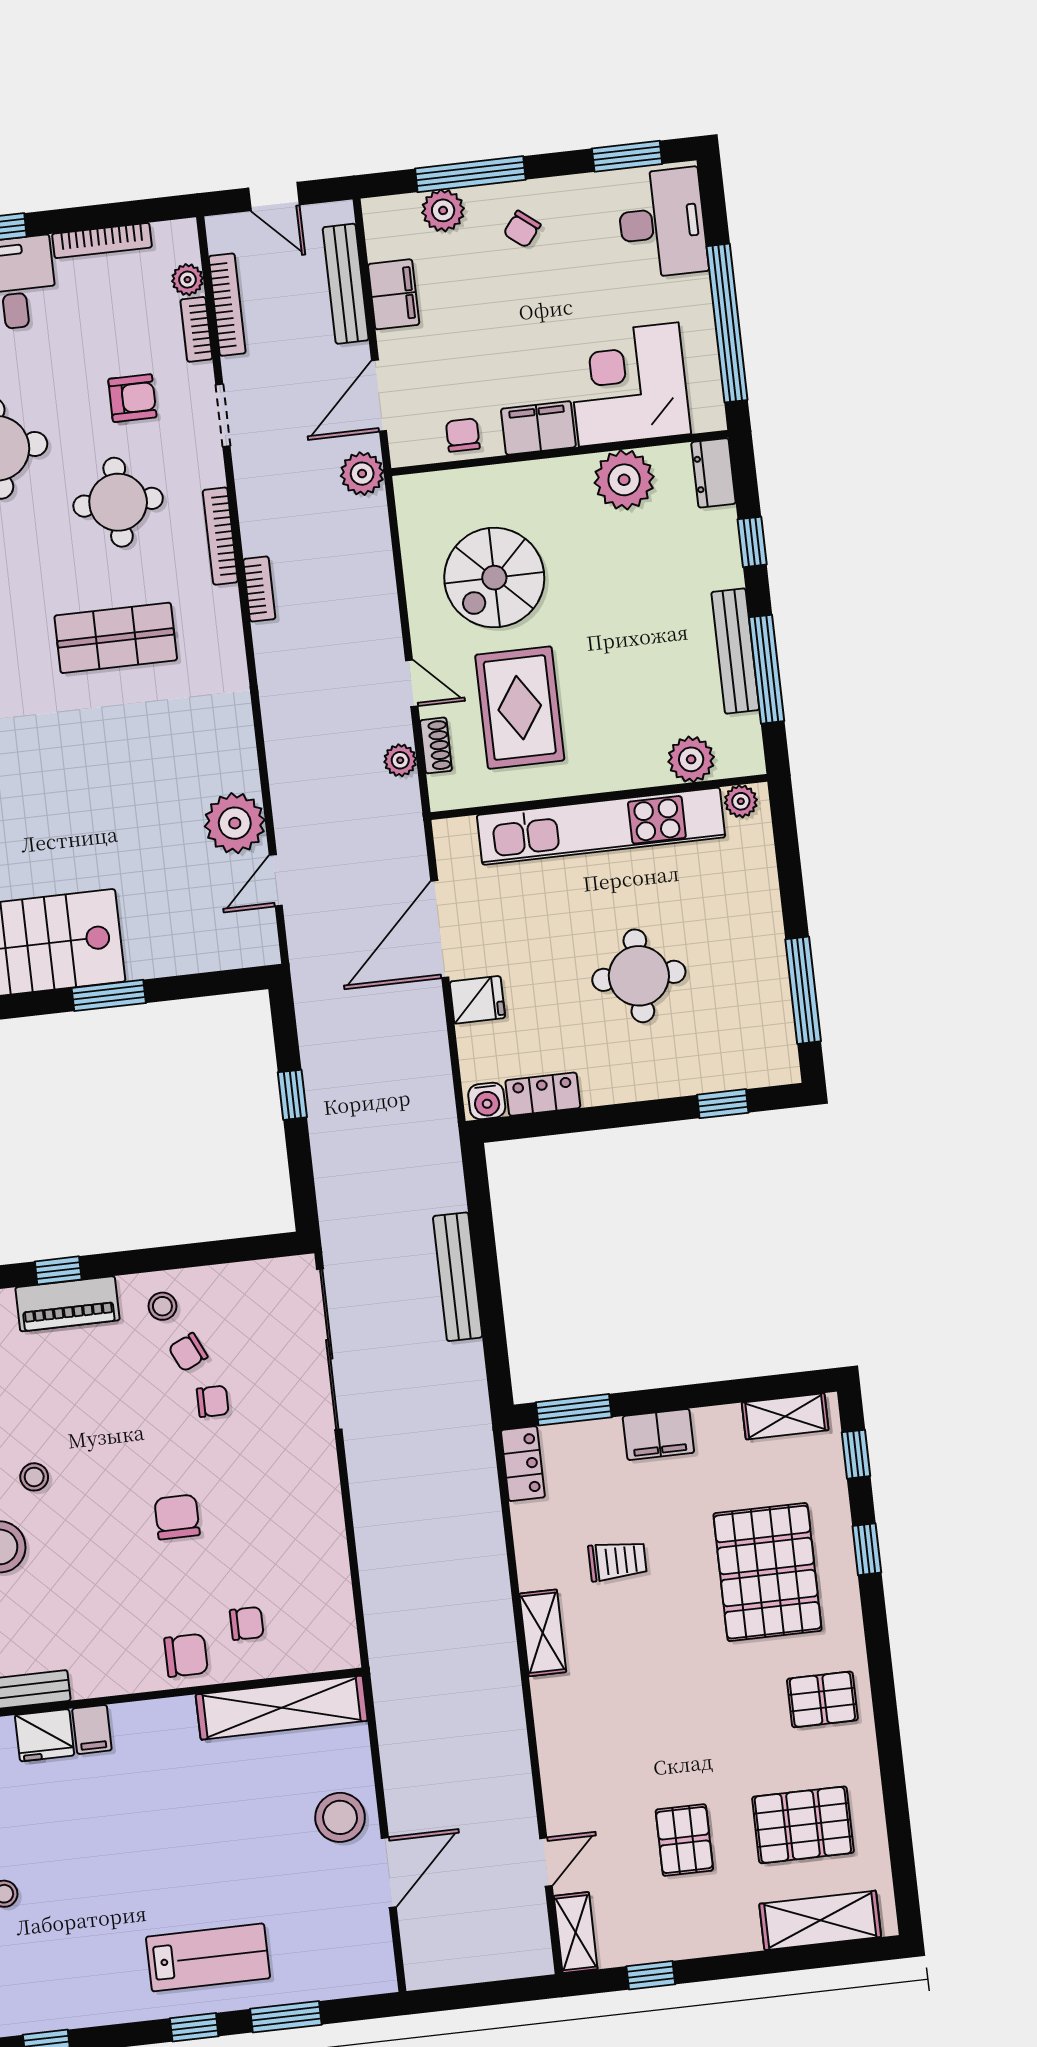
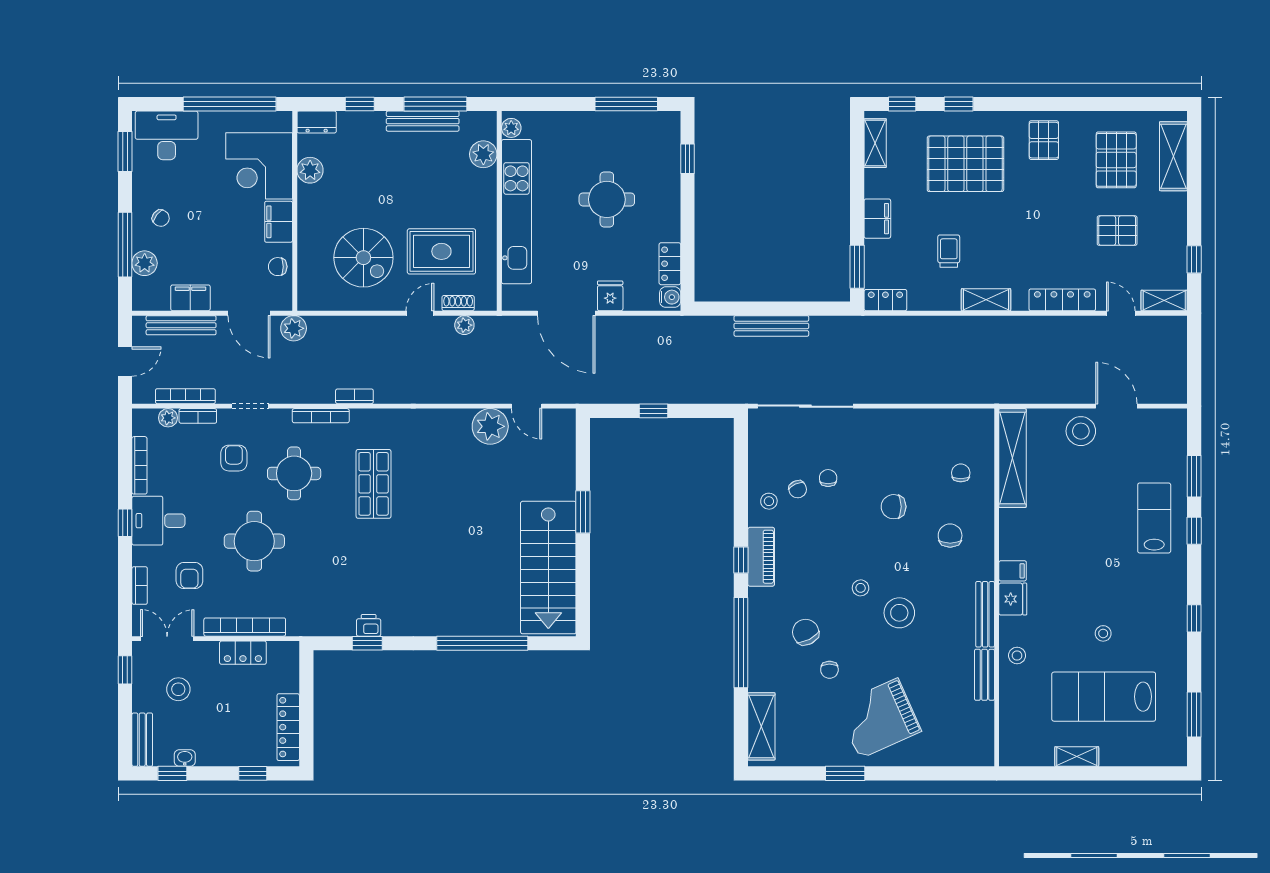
plant: (624, 480) -> (310, 170), width x0.73, depth x0.73
chair: (186, 1655) -> (950, 536), moved
locker: (557, 1761) -> (1062, 300), added

